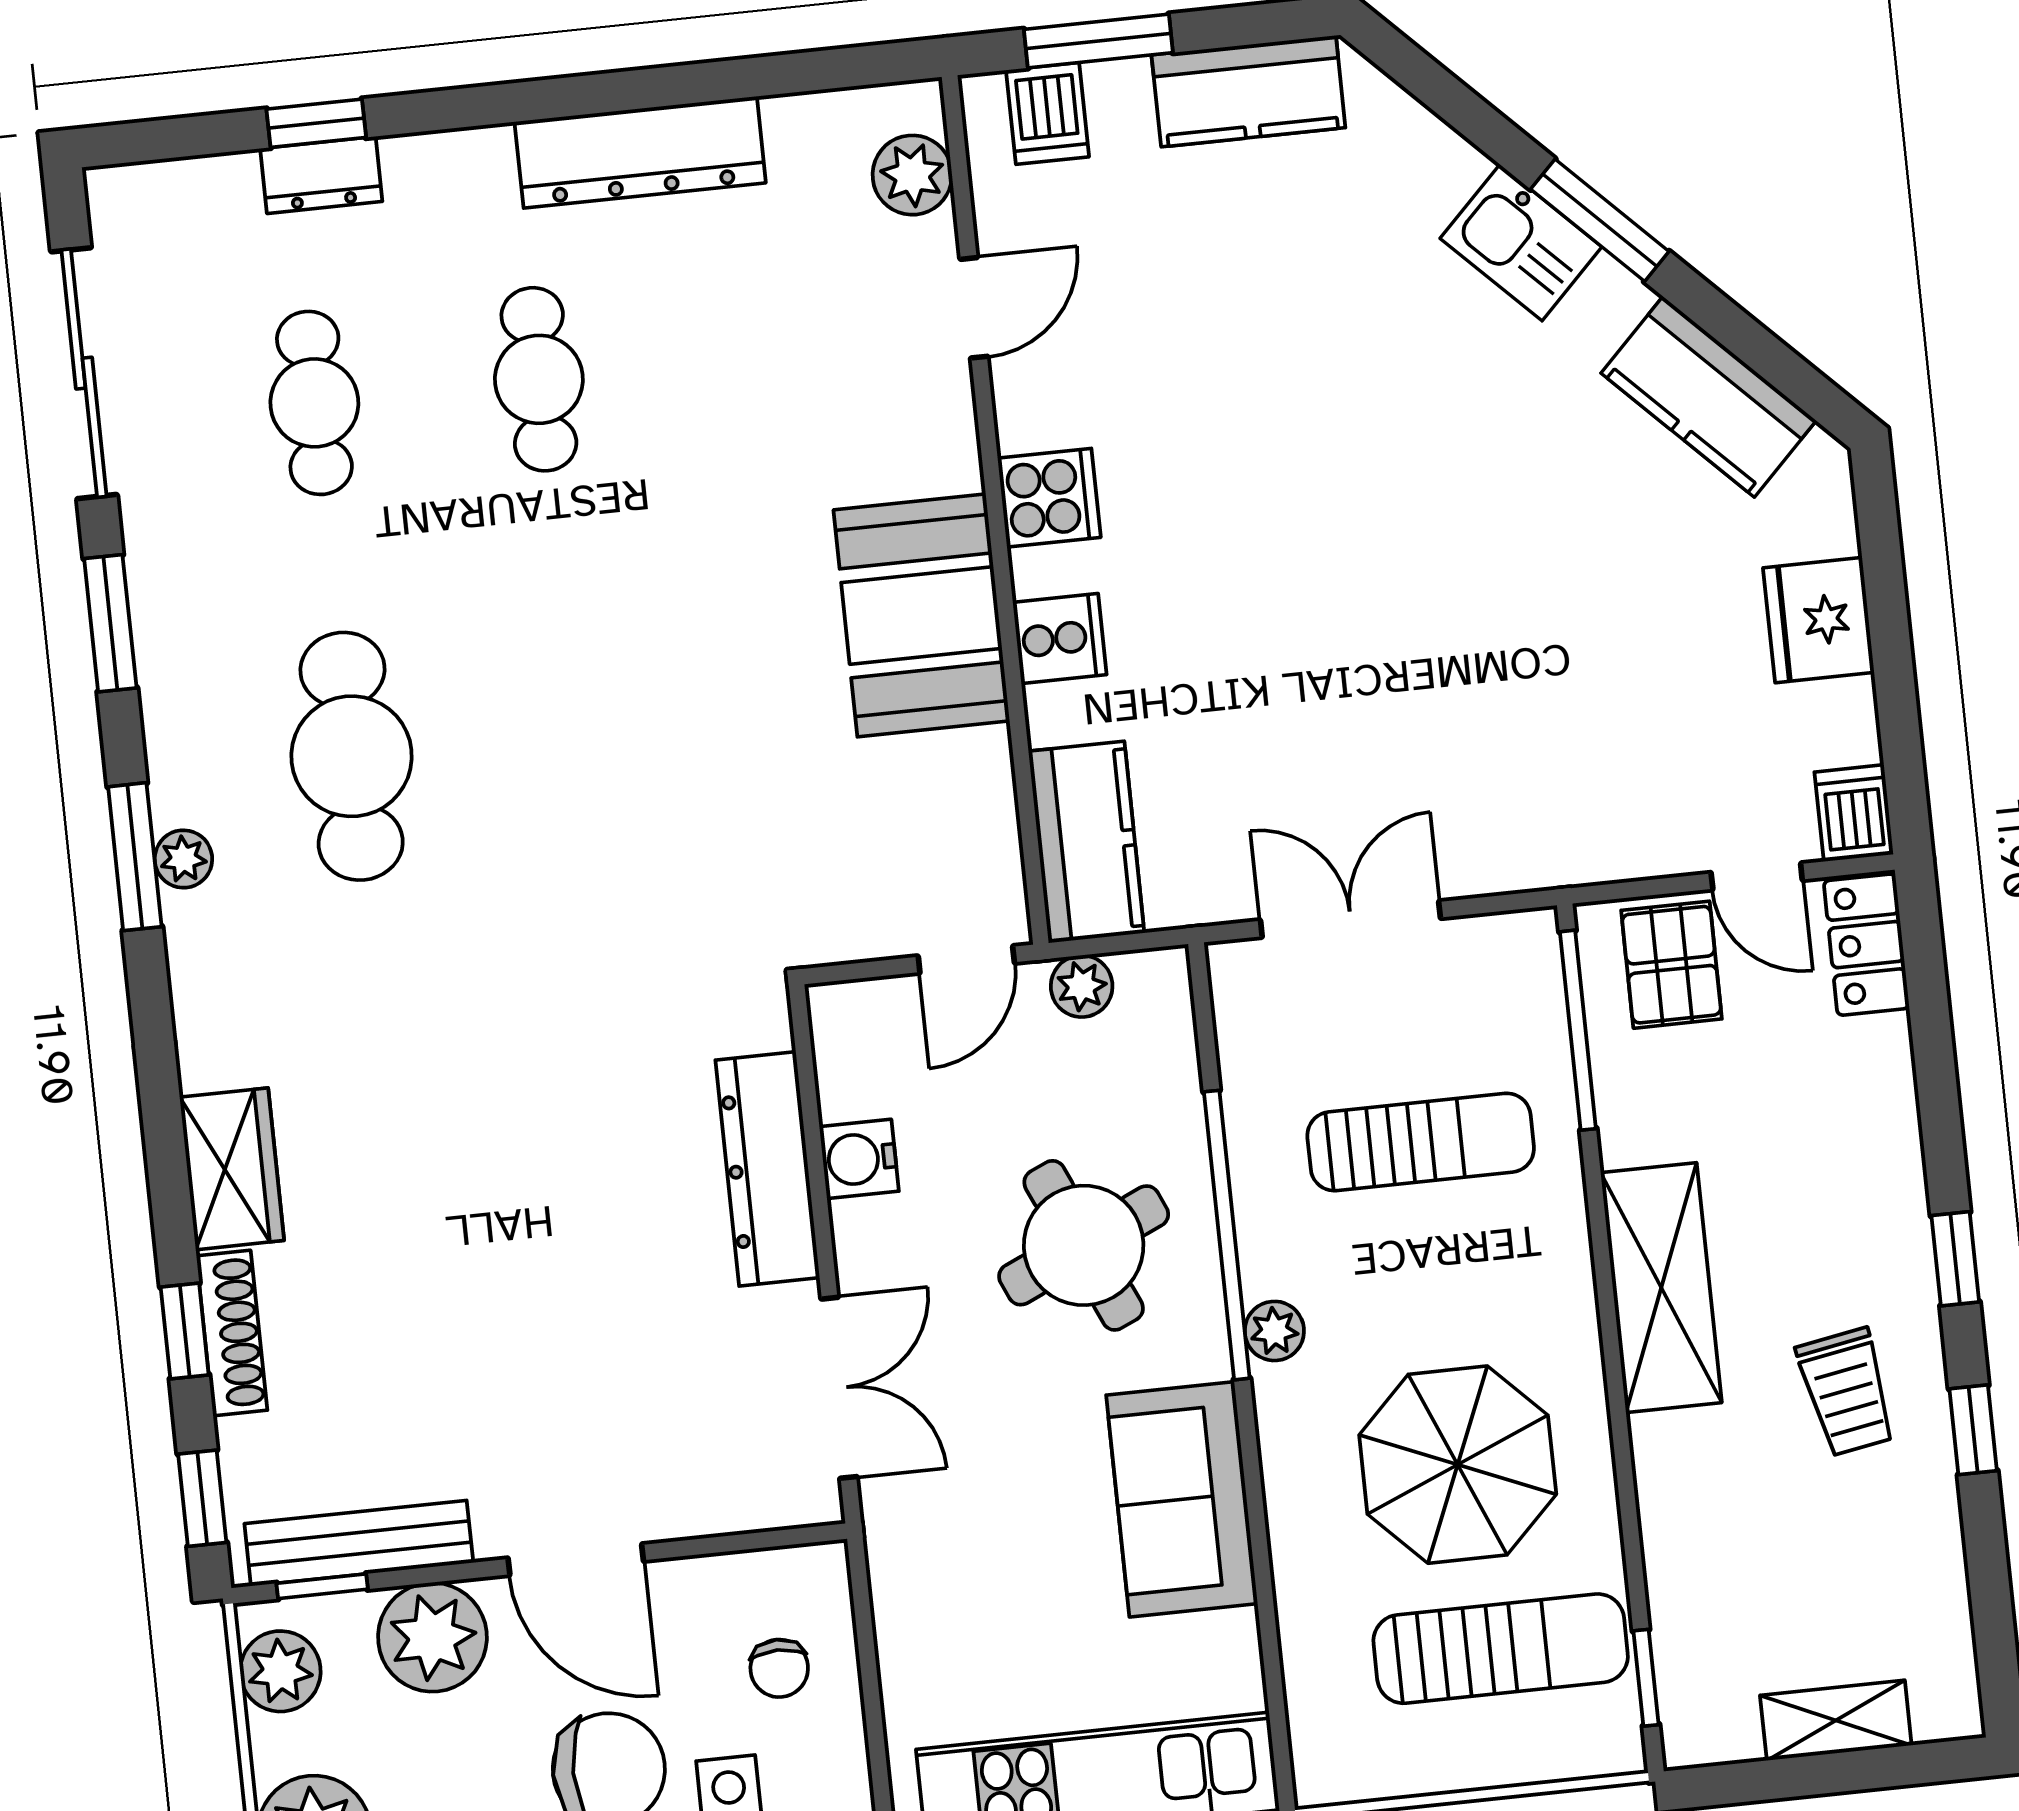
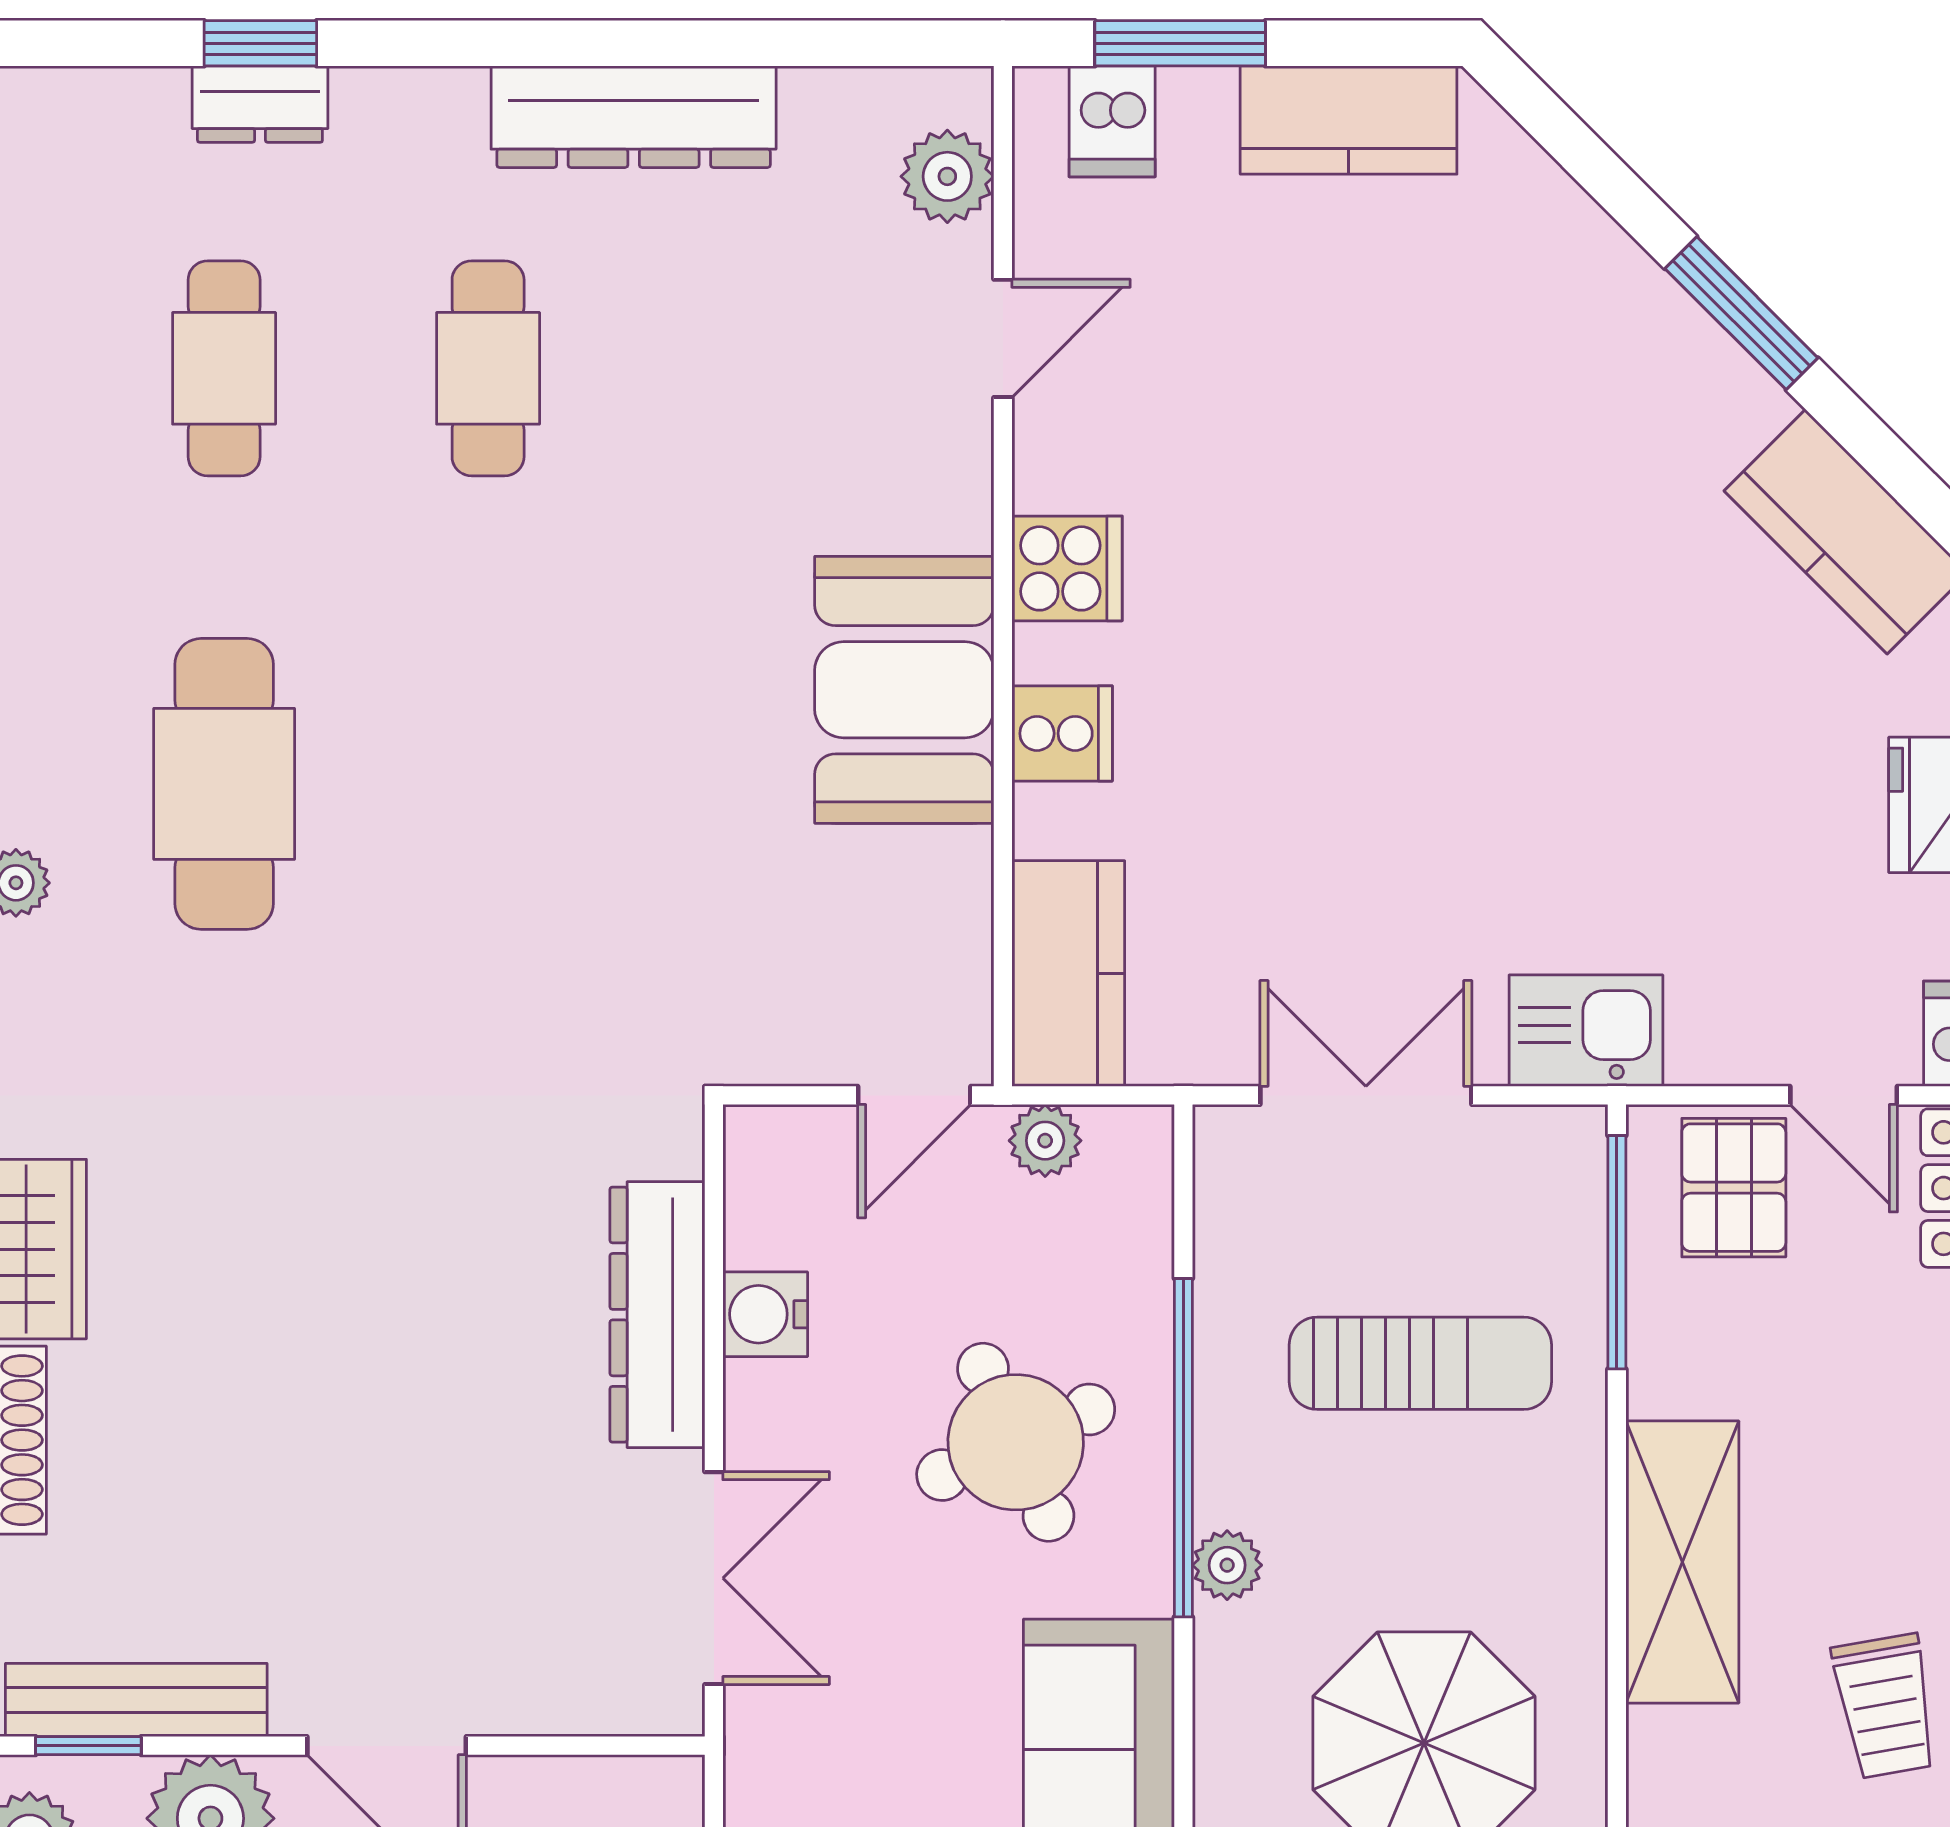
kitchen sink: (1521, 243) -> (1586, 1031), moved, turned 135

